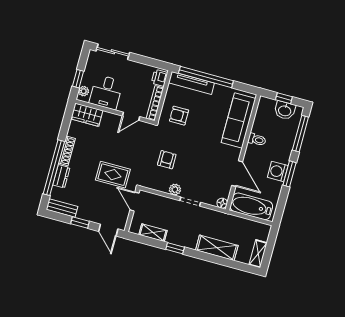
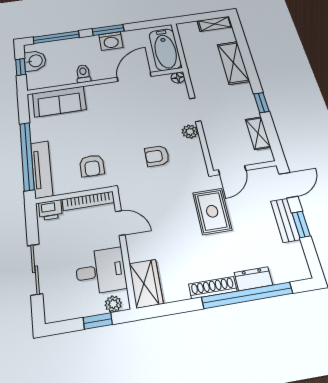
sliding door: (113, 52) -> (35, 269), moved
sofa: (238, 121) -> (59, 101), width x0.73
bench: (62, 208) -> (285, 220), moved

